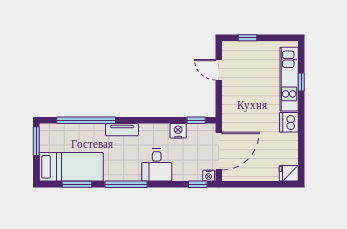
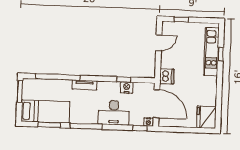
door: (219, 70) -> (159, 43), swing flipped
window: (196, 120) -> (124, 79), moved
dishwasher: (289, 122) -> (167, 76), moved, turned 180
door: (219, 151) -> (157, 104), hinge flipped
desk: (157, 165) -> (114, 113), width x1.37
fridge: (289, 173) -> (206, 117), width x1.88, depth x1.34

